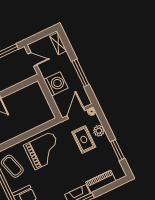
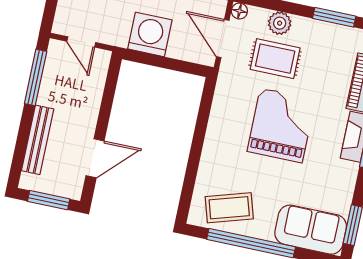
door: (32, 59) -> (81, 42), swing flipped
grand piano: (43, 151) -> (281, 125), moved

